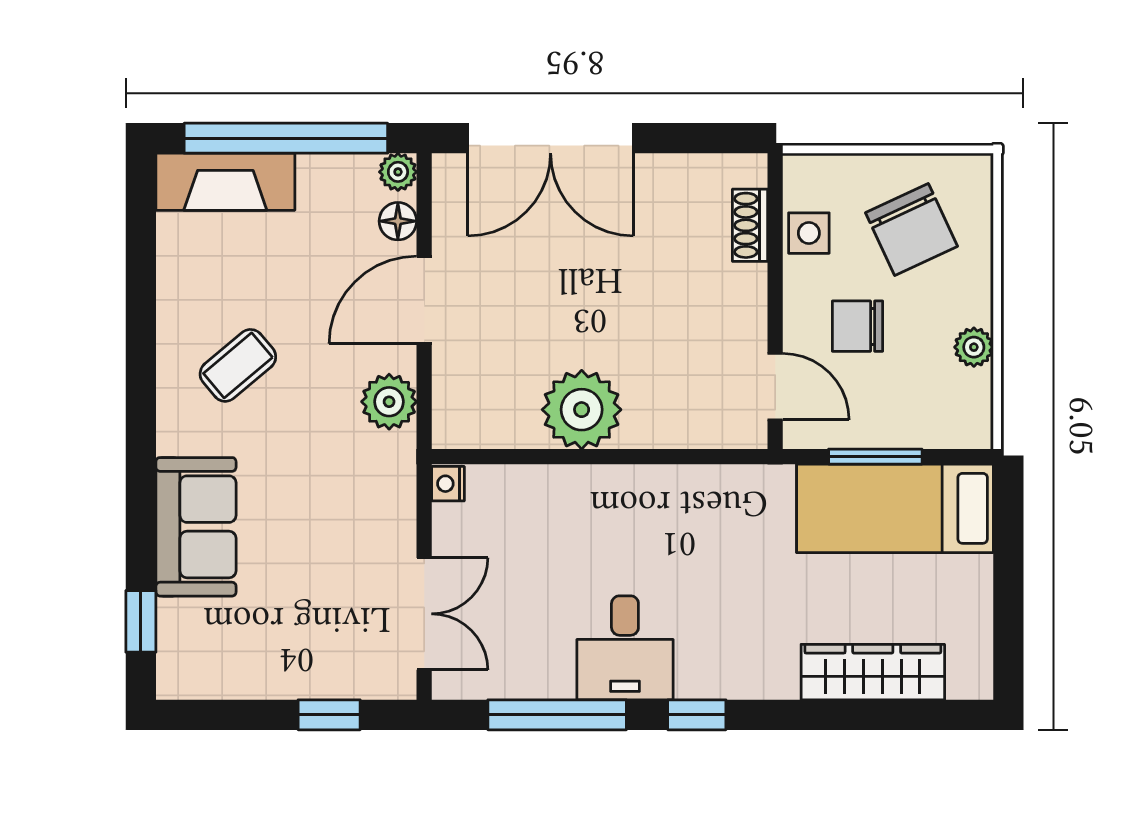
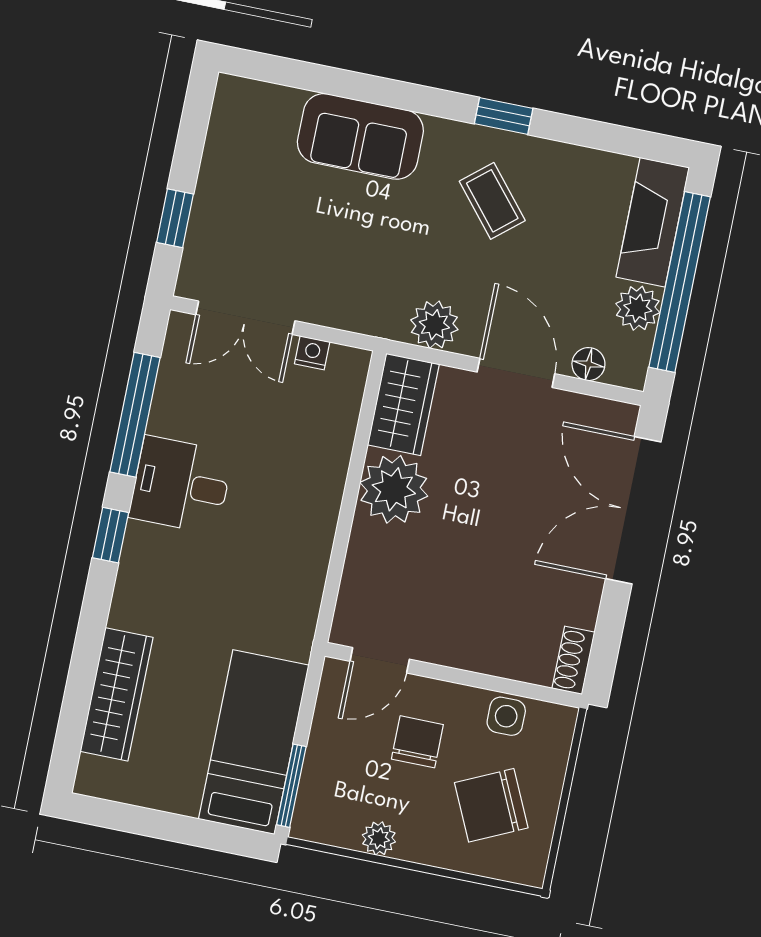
plant: (398, 172) -> (638, 308), moved, width x1.38, depth x1.38
shoe rack: (750, 225) -> (573, 660), moved, turned -90
wardrobe: (485, 418) -> (403, 404), added
window: (875, 457) -> (291, 786), moved
nightstand: (448, 484) -> (312, 353), moved
window: (141, 621) -> (504, 116), moved

